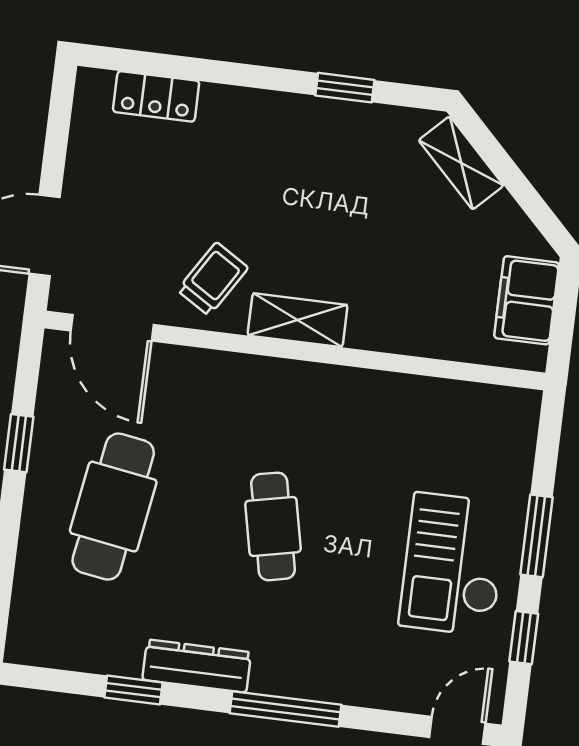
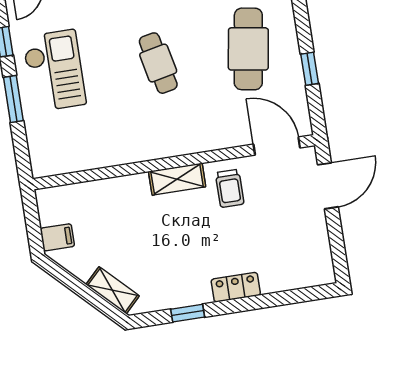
locker: (156, 96) -> (236, 287), moved
trolley: (213, 279) -> (230, 188), turned -32
filing cabinet: (527, 300) -> (57, 237), width x0.50

